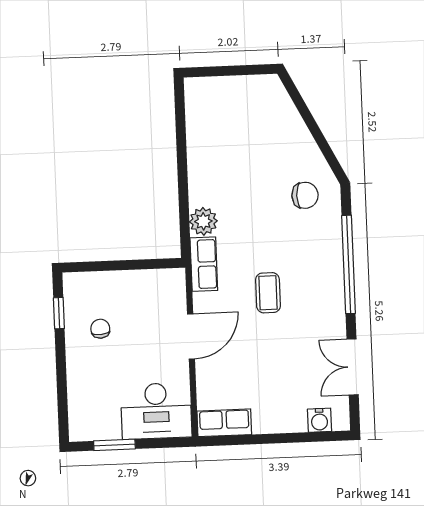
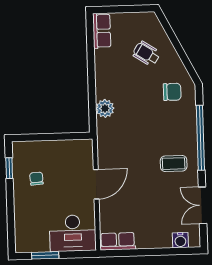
wheelchair: (266, 138) -> (146, 54), added
row of seats: (204, 264) -> (102, 31), moved
coffee table: (268, 293) -> (174, 164), moved, turned 90

